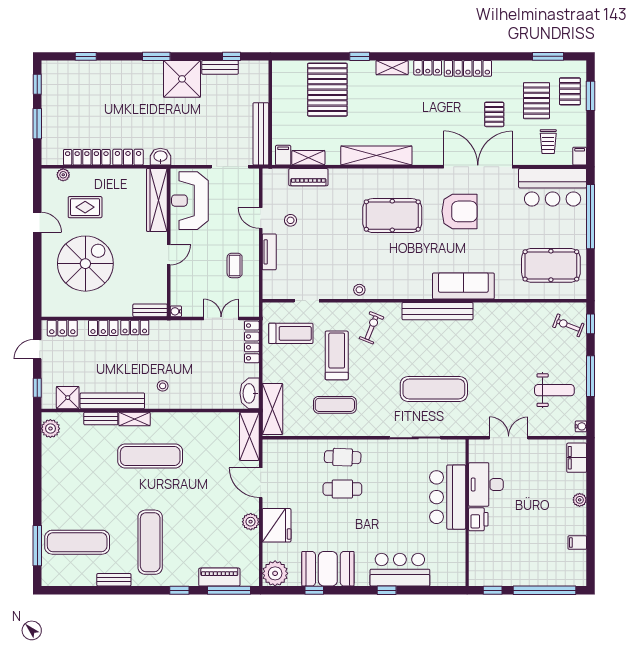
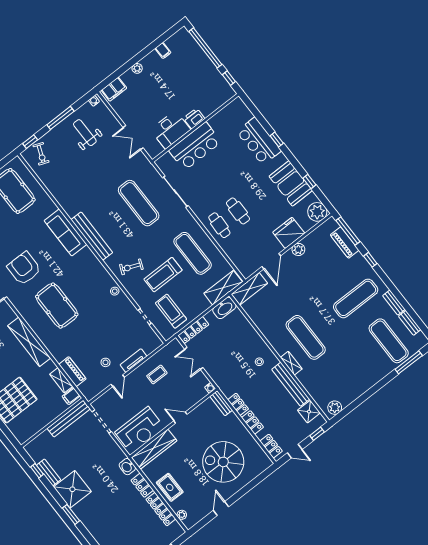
rug: (85, 207) -> (170, 487), moved
exercise mat: (335, 405) -> (193, 253), width x1.36, depth x1.45
bench: (101, 418) -> (410, 323), moved

